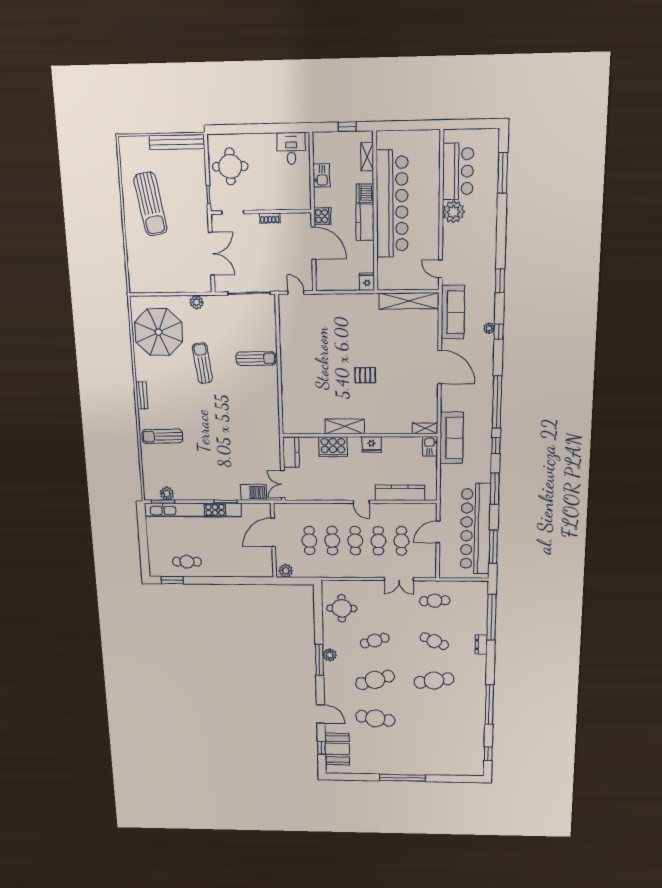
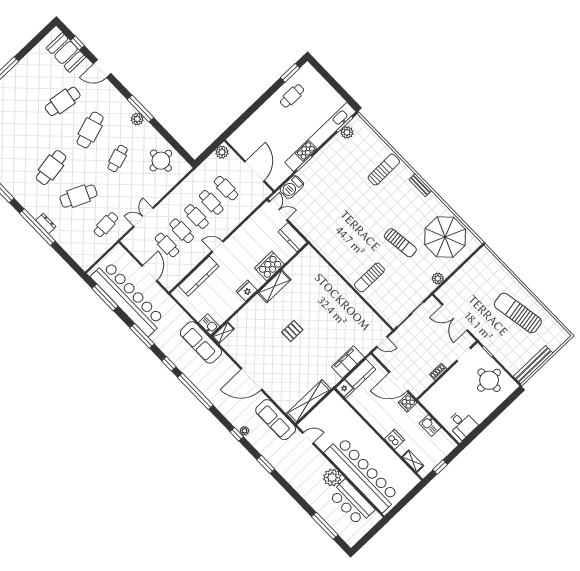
bar counter: (392, 204) -> (362, 474), moved, turned 180
kitchen counter: (365, 222) -> (360, 374), moved, turned 90
filing cabinet: (342, 303) -> (348, 362), added
window: (491, 617) -> (37, 227), moved
cafe table: (434, 641) -> (78, 196), width x1.37, depth x1.35

